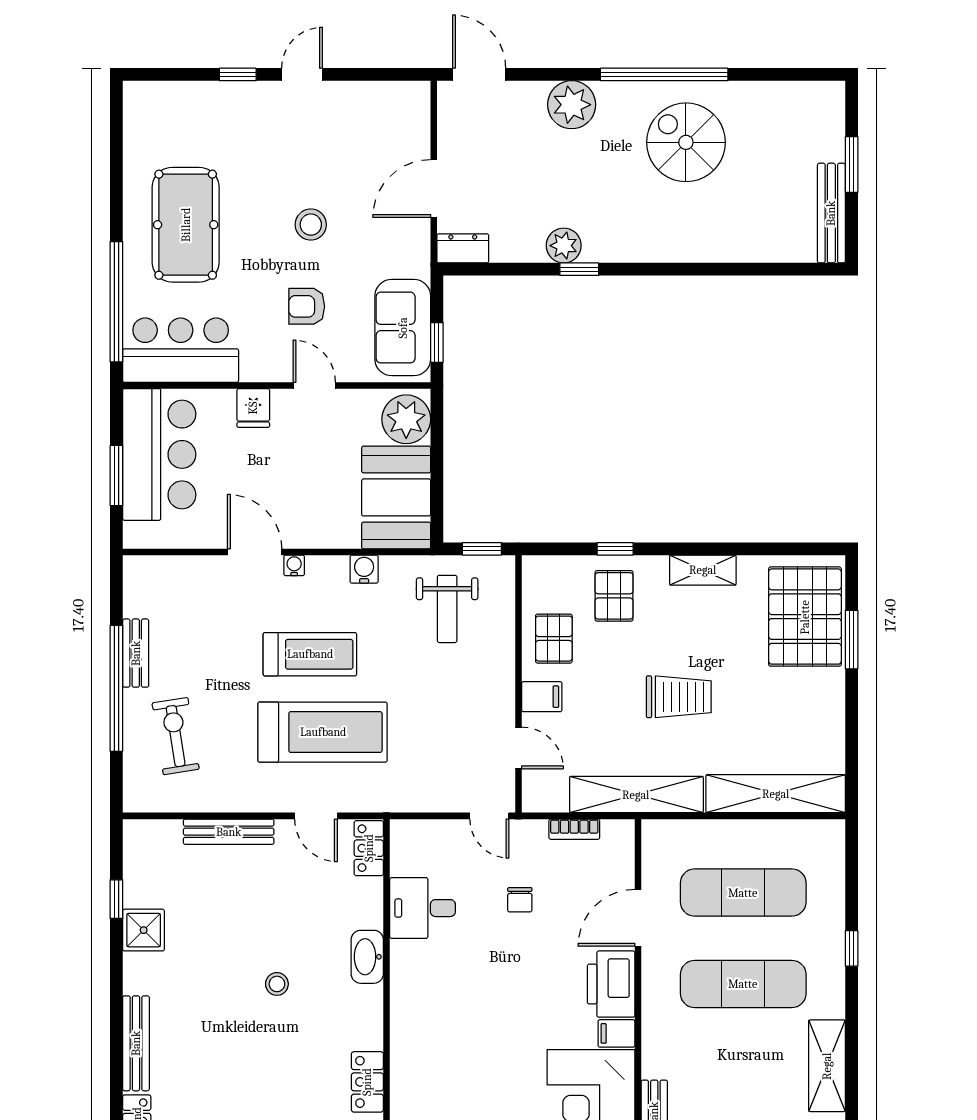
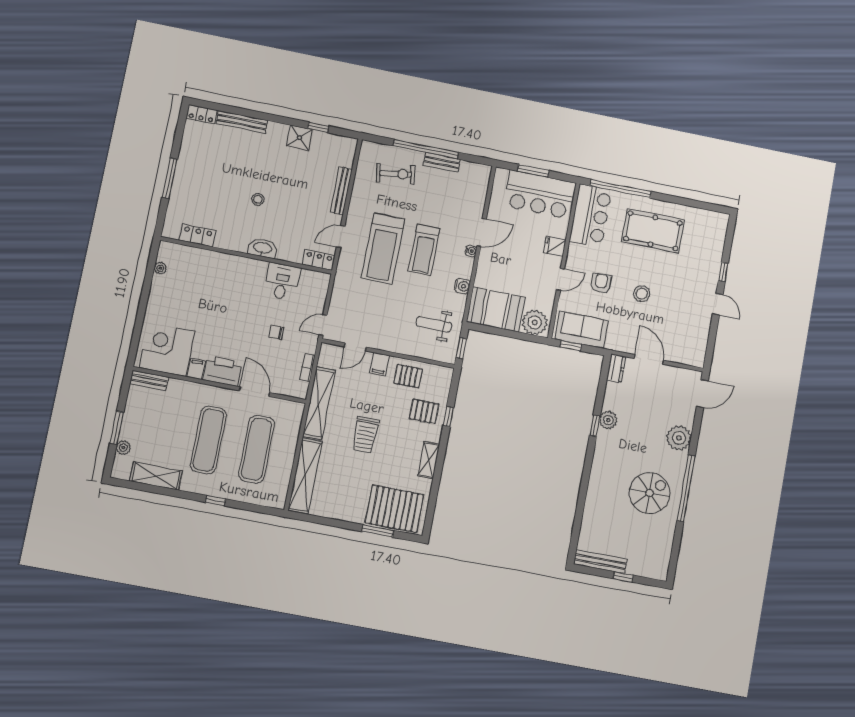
window: (852, 164) -> (623, 577), width x0.67

